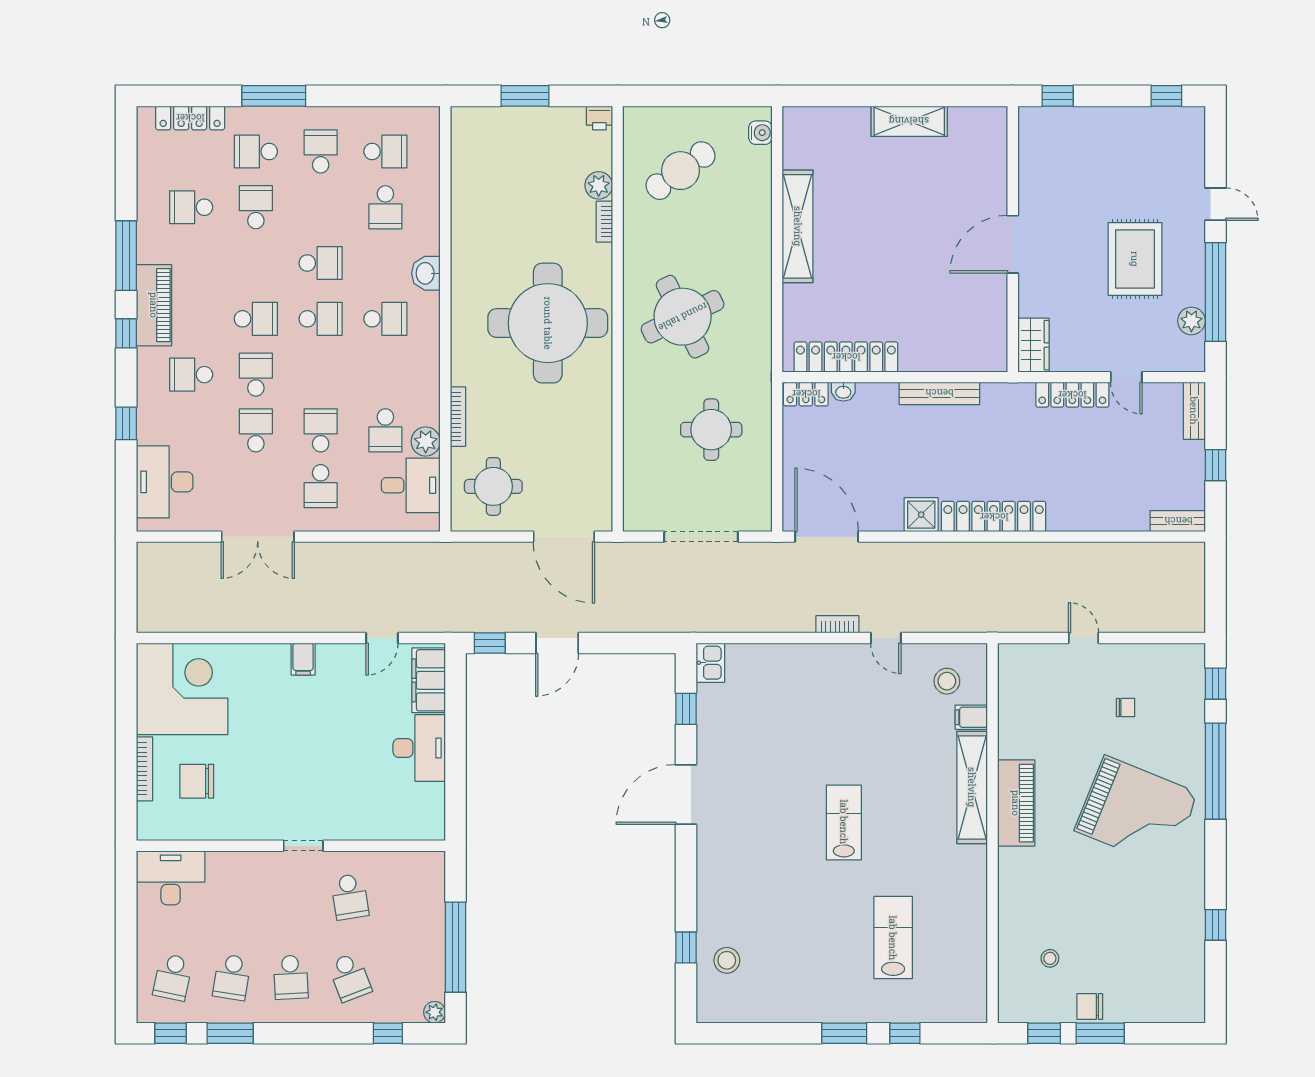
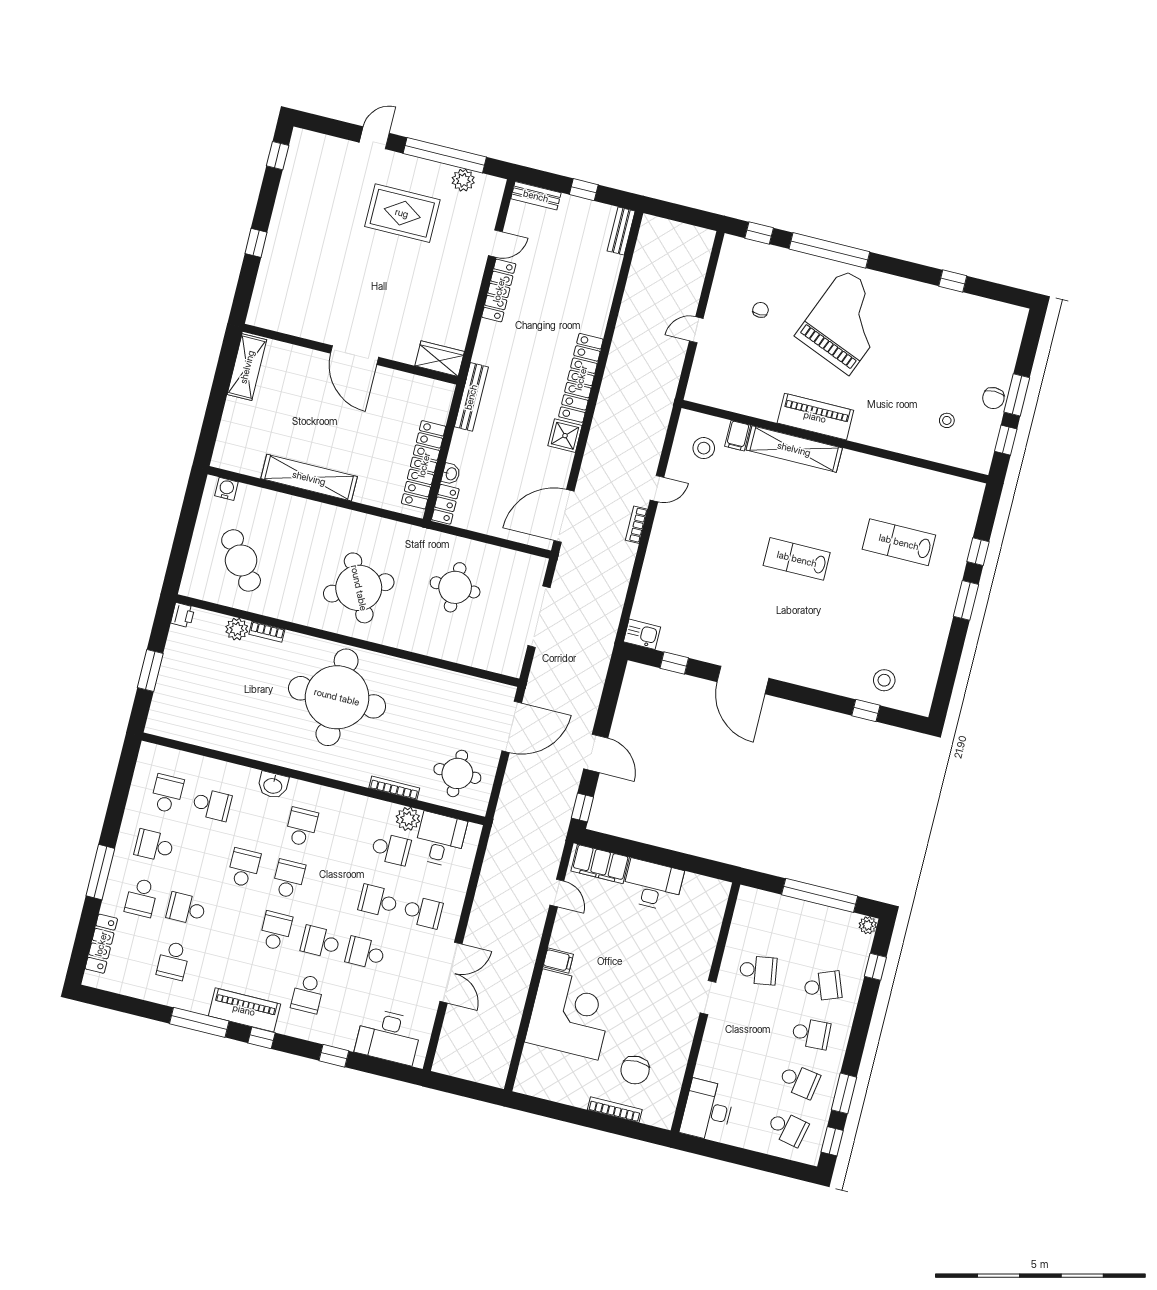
wall: (1013, 239) -> (350, 354), moved
door: (1013, 244) -> (355, 355), moved
wardrobe: (1033, 345) -> (440, 359), moved
corner desk: (182, 689) -> (570, 1014), moved, turned 90

